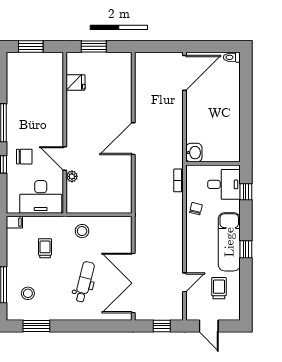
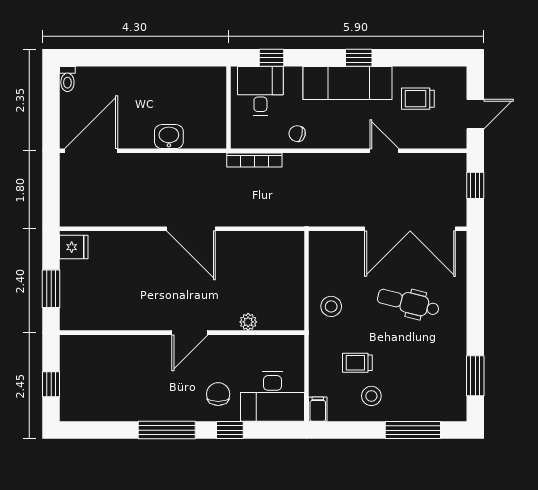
window: (31, 46) -> (51, 384), width x0.67
door: (185, 73) -> (91, 151), hinge flipped
fridge: (75, 82) -> (74, 247), moved, turned 90
washbasin: (194, 153) -> (169, 137), moved
door: (65, 159) -> (190, 333), moved
bookcase: (178, 180) -> (254, 160), width x1.56
desk: (41, 197) -> (273, 396), moved, turned 90
door: (185, 282) -> (384, 151), moved
stool: (28, 293) -> (371, 396), moved

